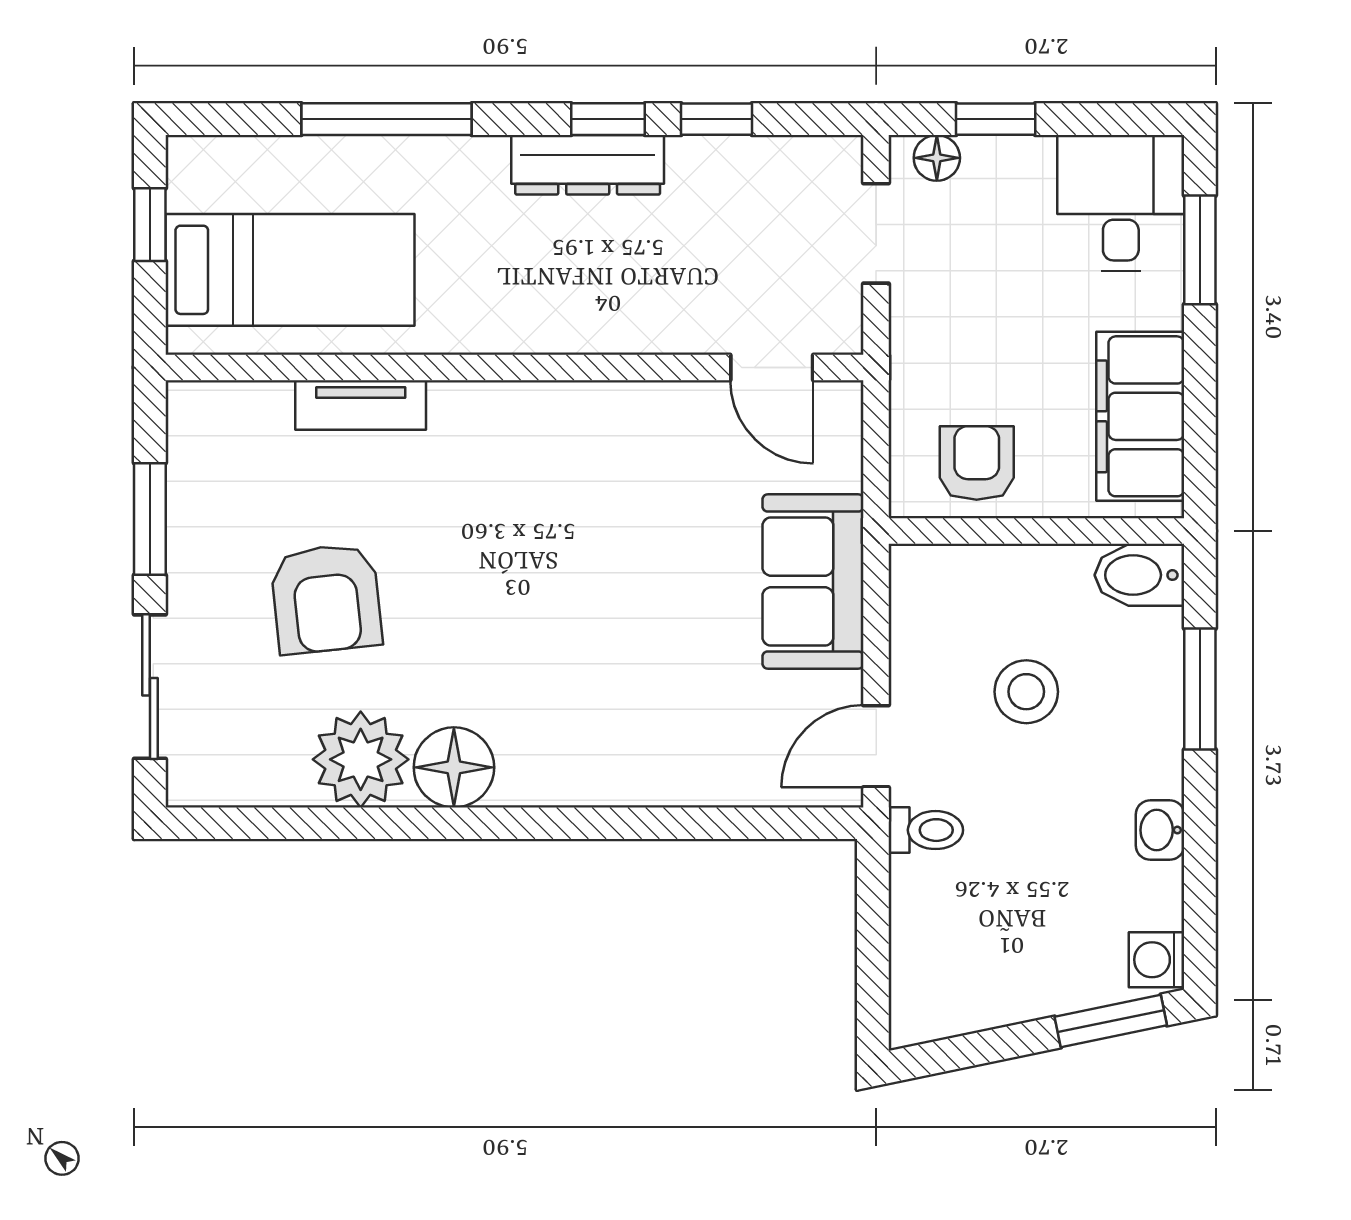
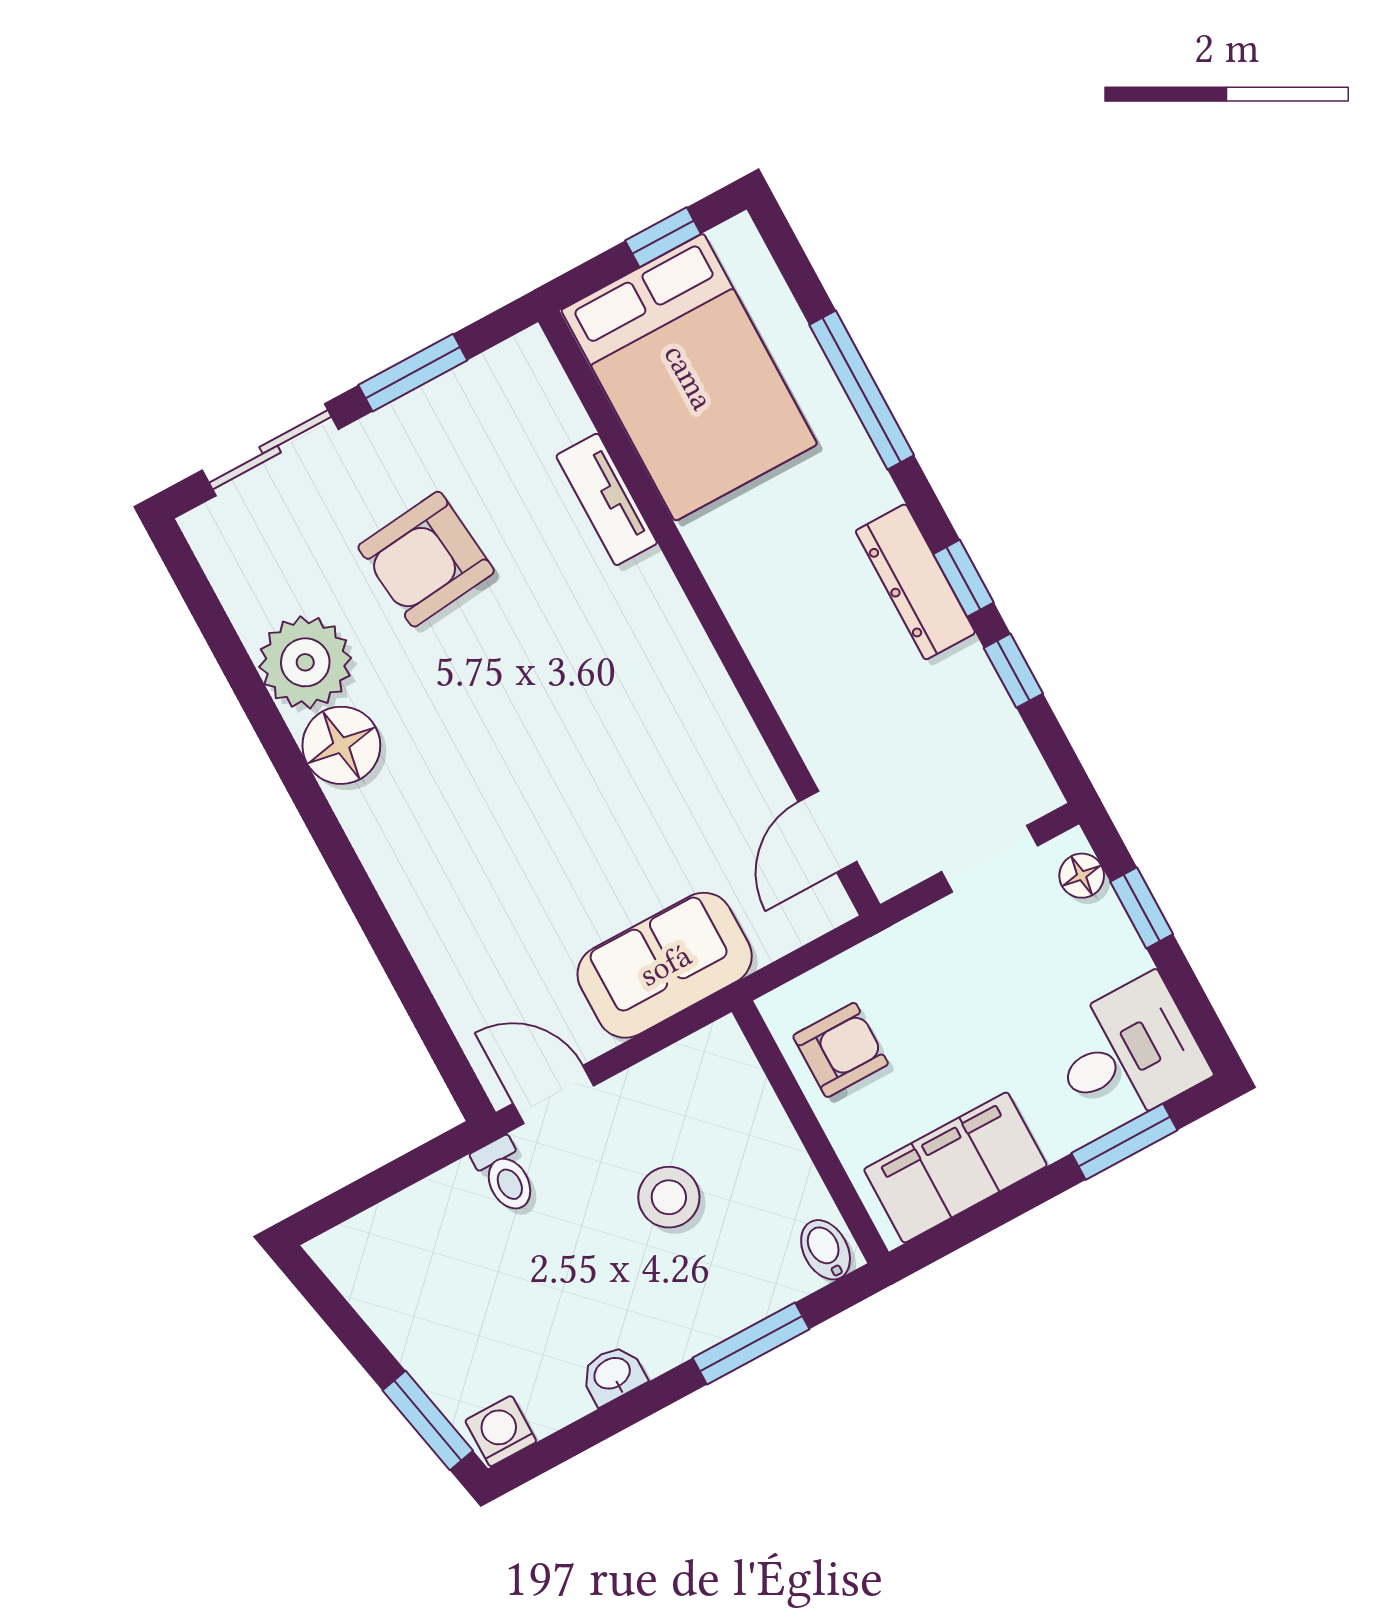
bed: (290, 270) -> (689, 377), width x1.50
bidet: (1139, 575) -> (826, 1250), width x0.72, depth x0.74

